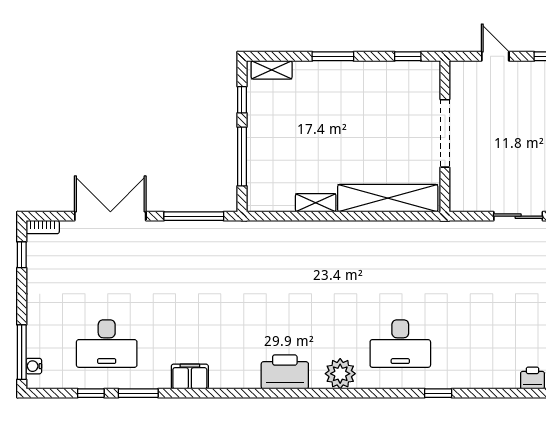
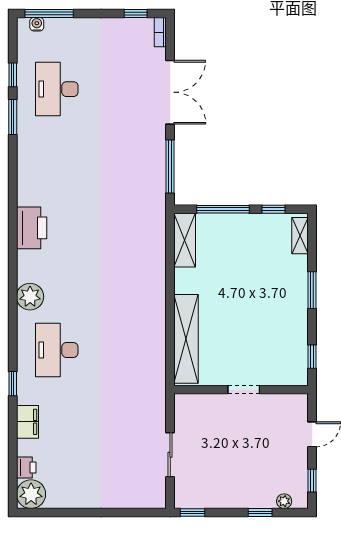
doorway: (445, 133) -> (244, 390), width x0.53
shelving: (316, 203) -> (185, 240), moved, width x1.50, depth x1.33
printer: (285, 372) -> (32, 228), moved
filing cabinet: (190, 377) -> (27, 422), moved

